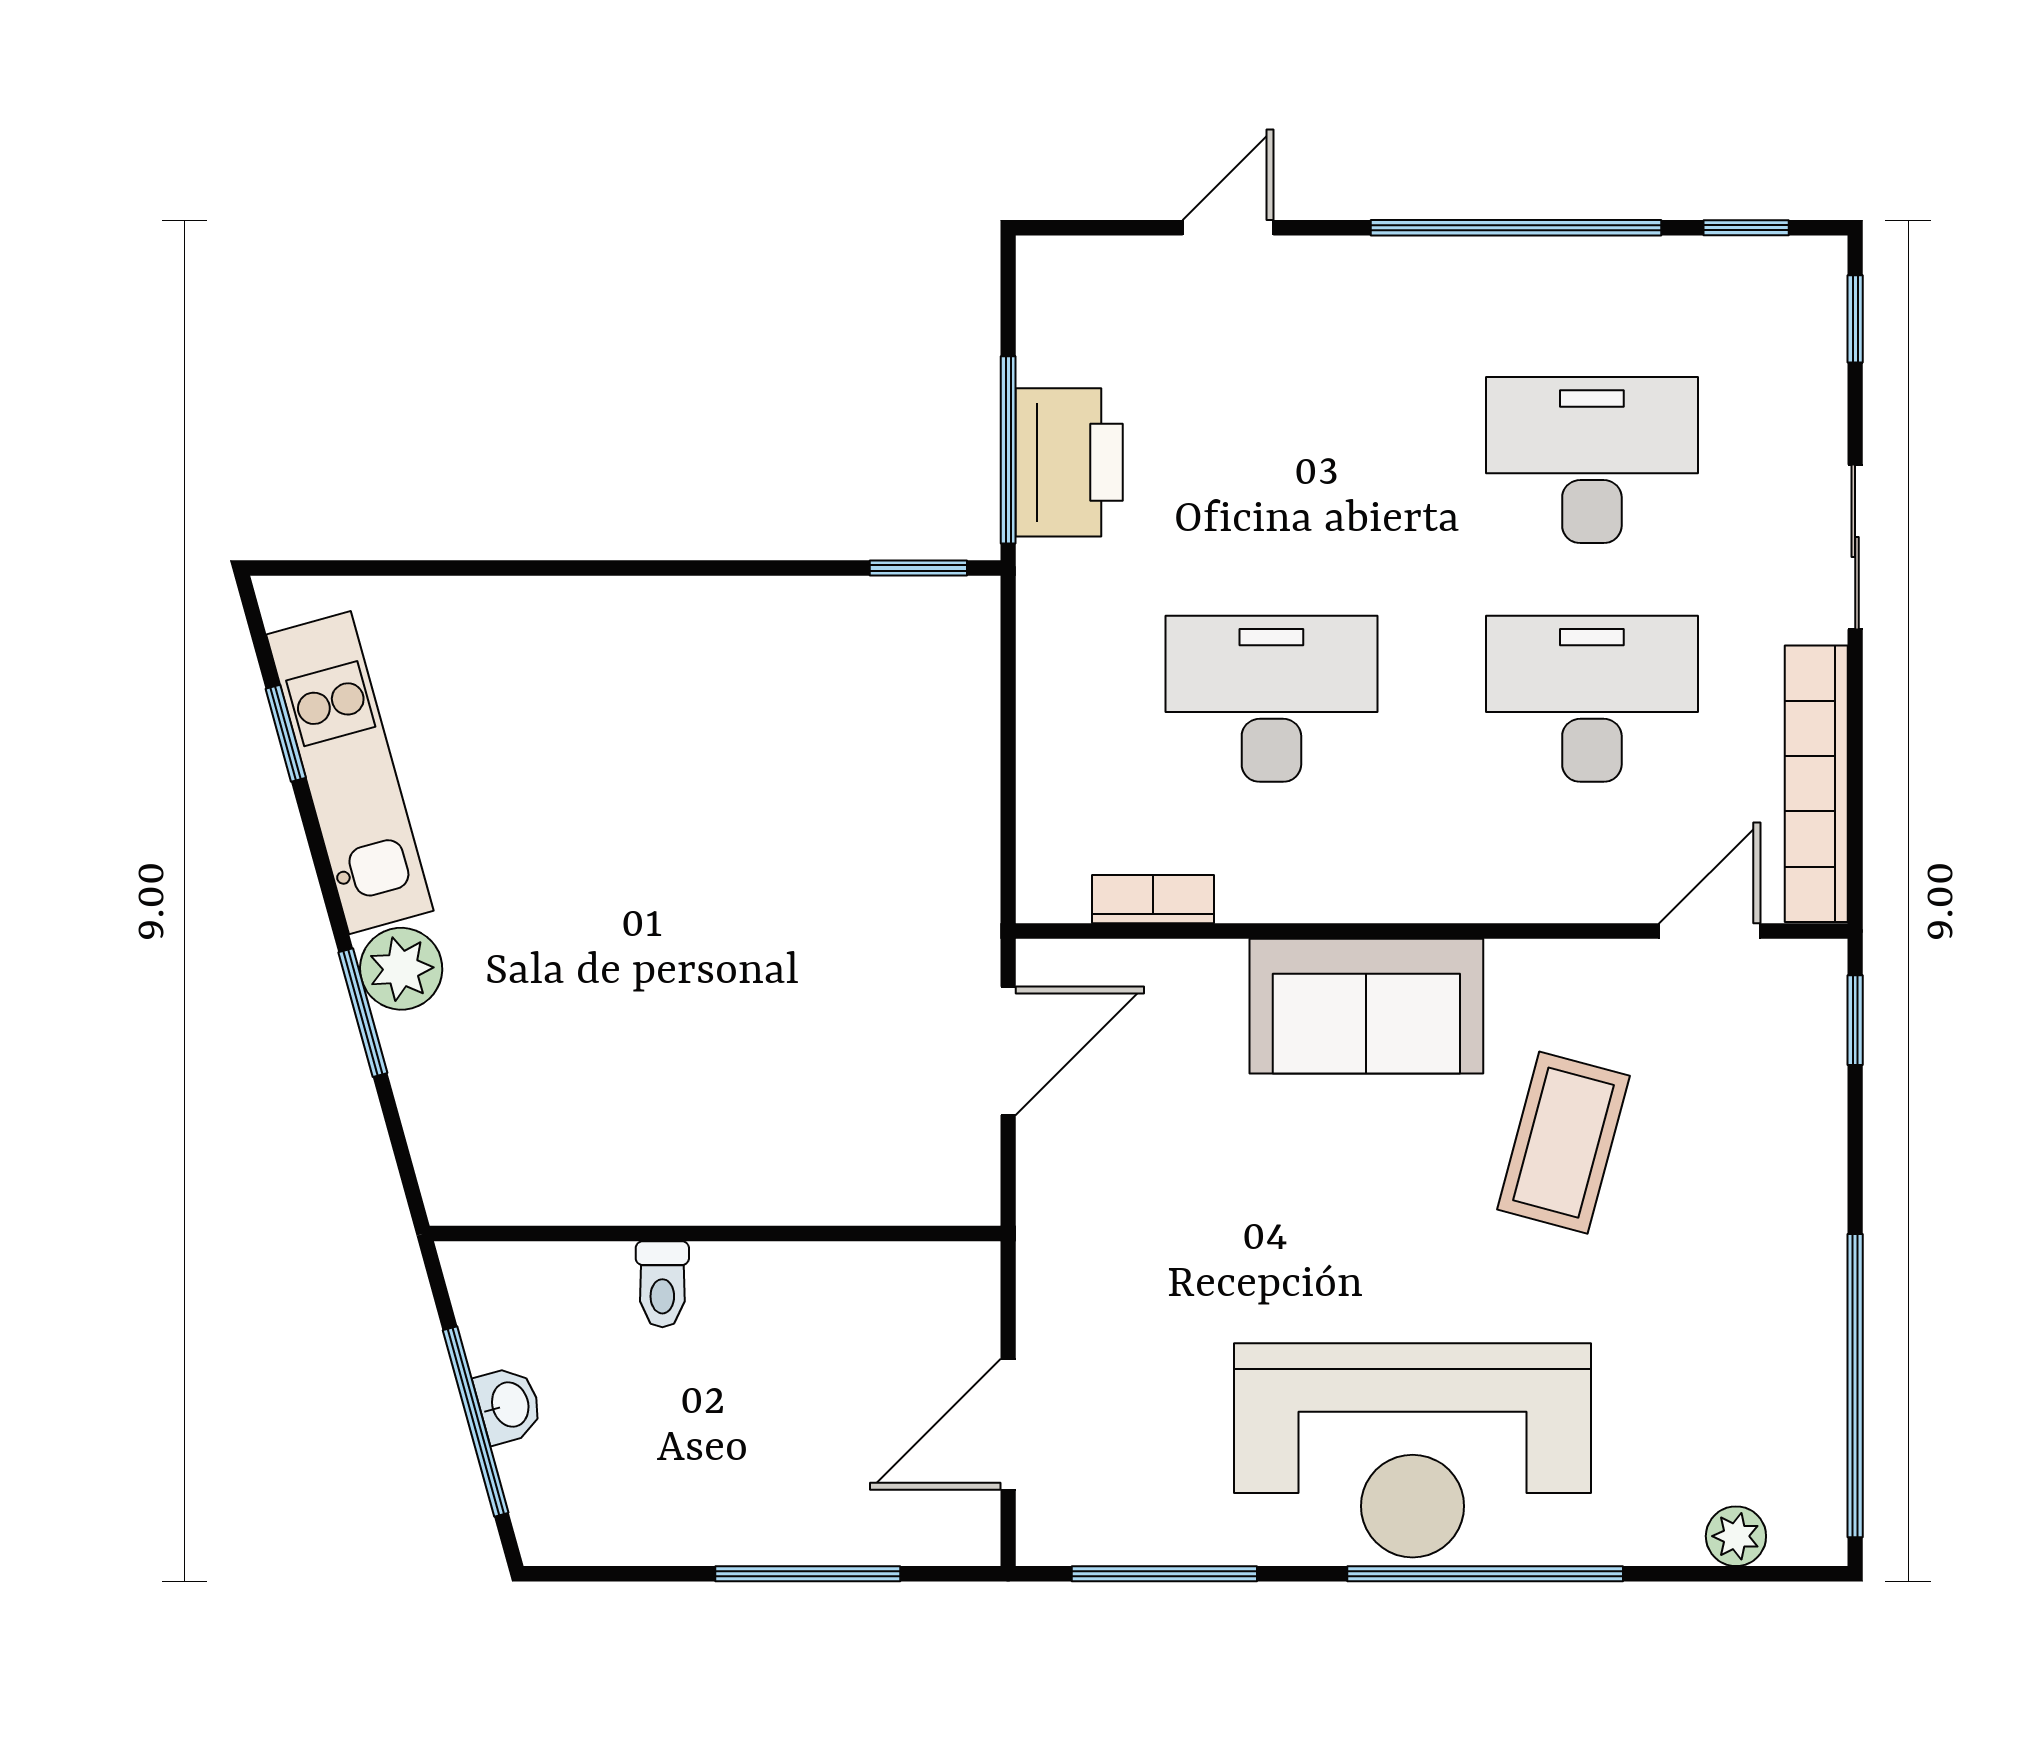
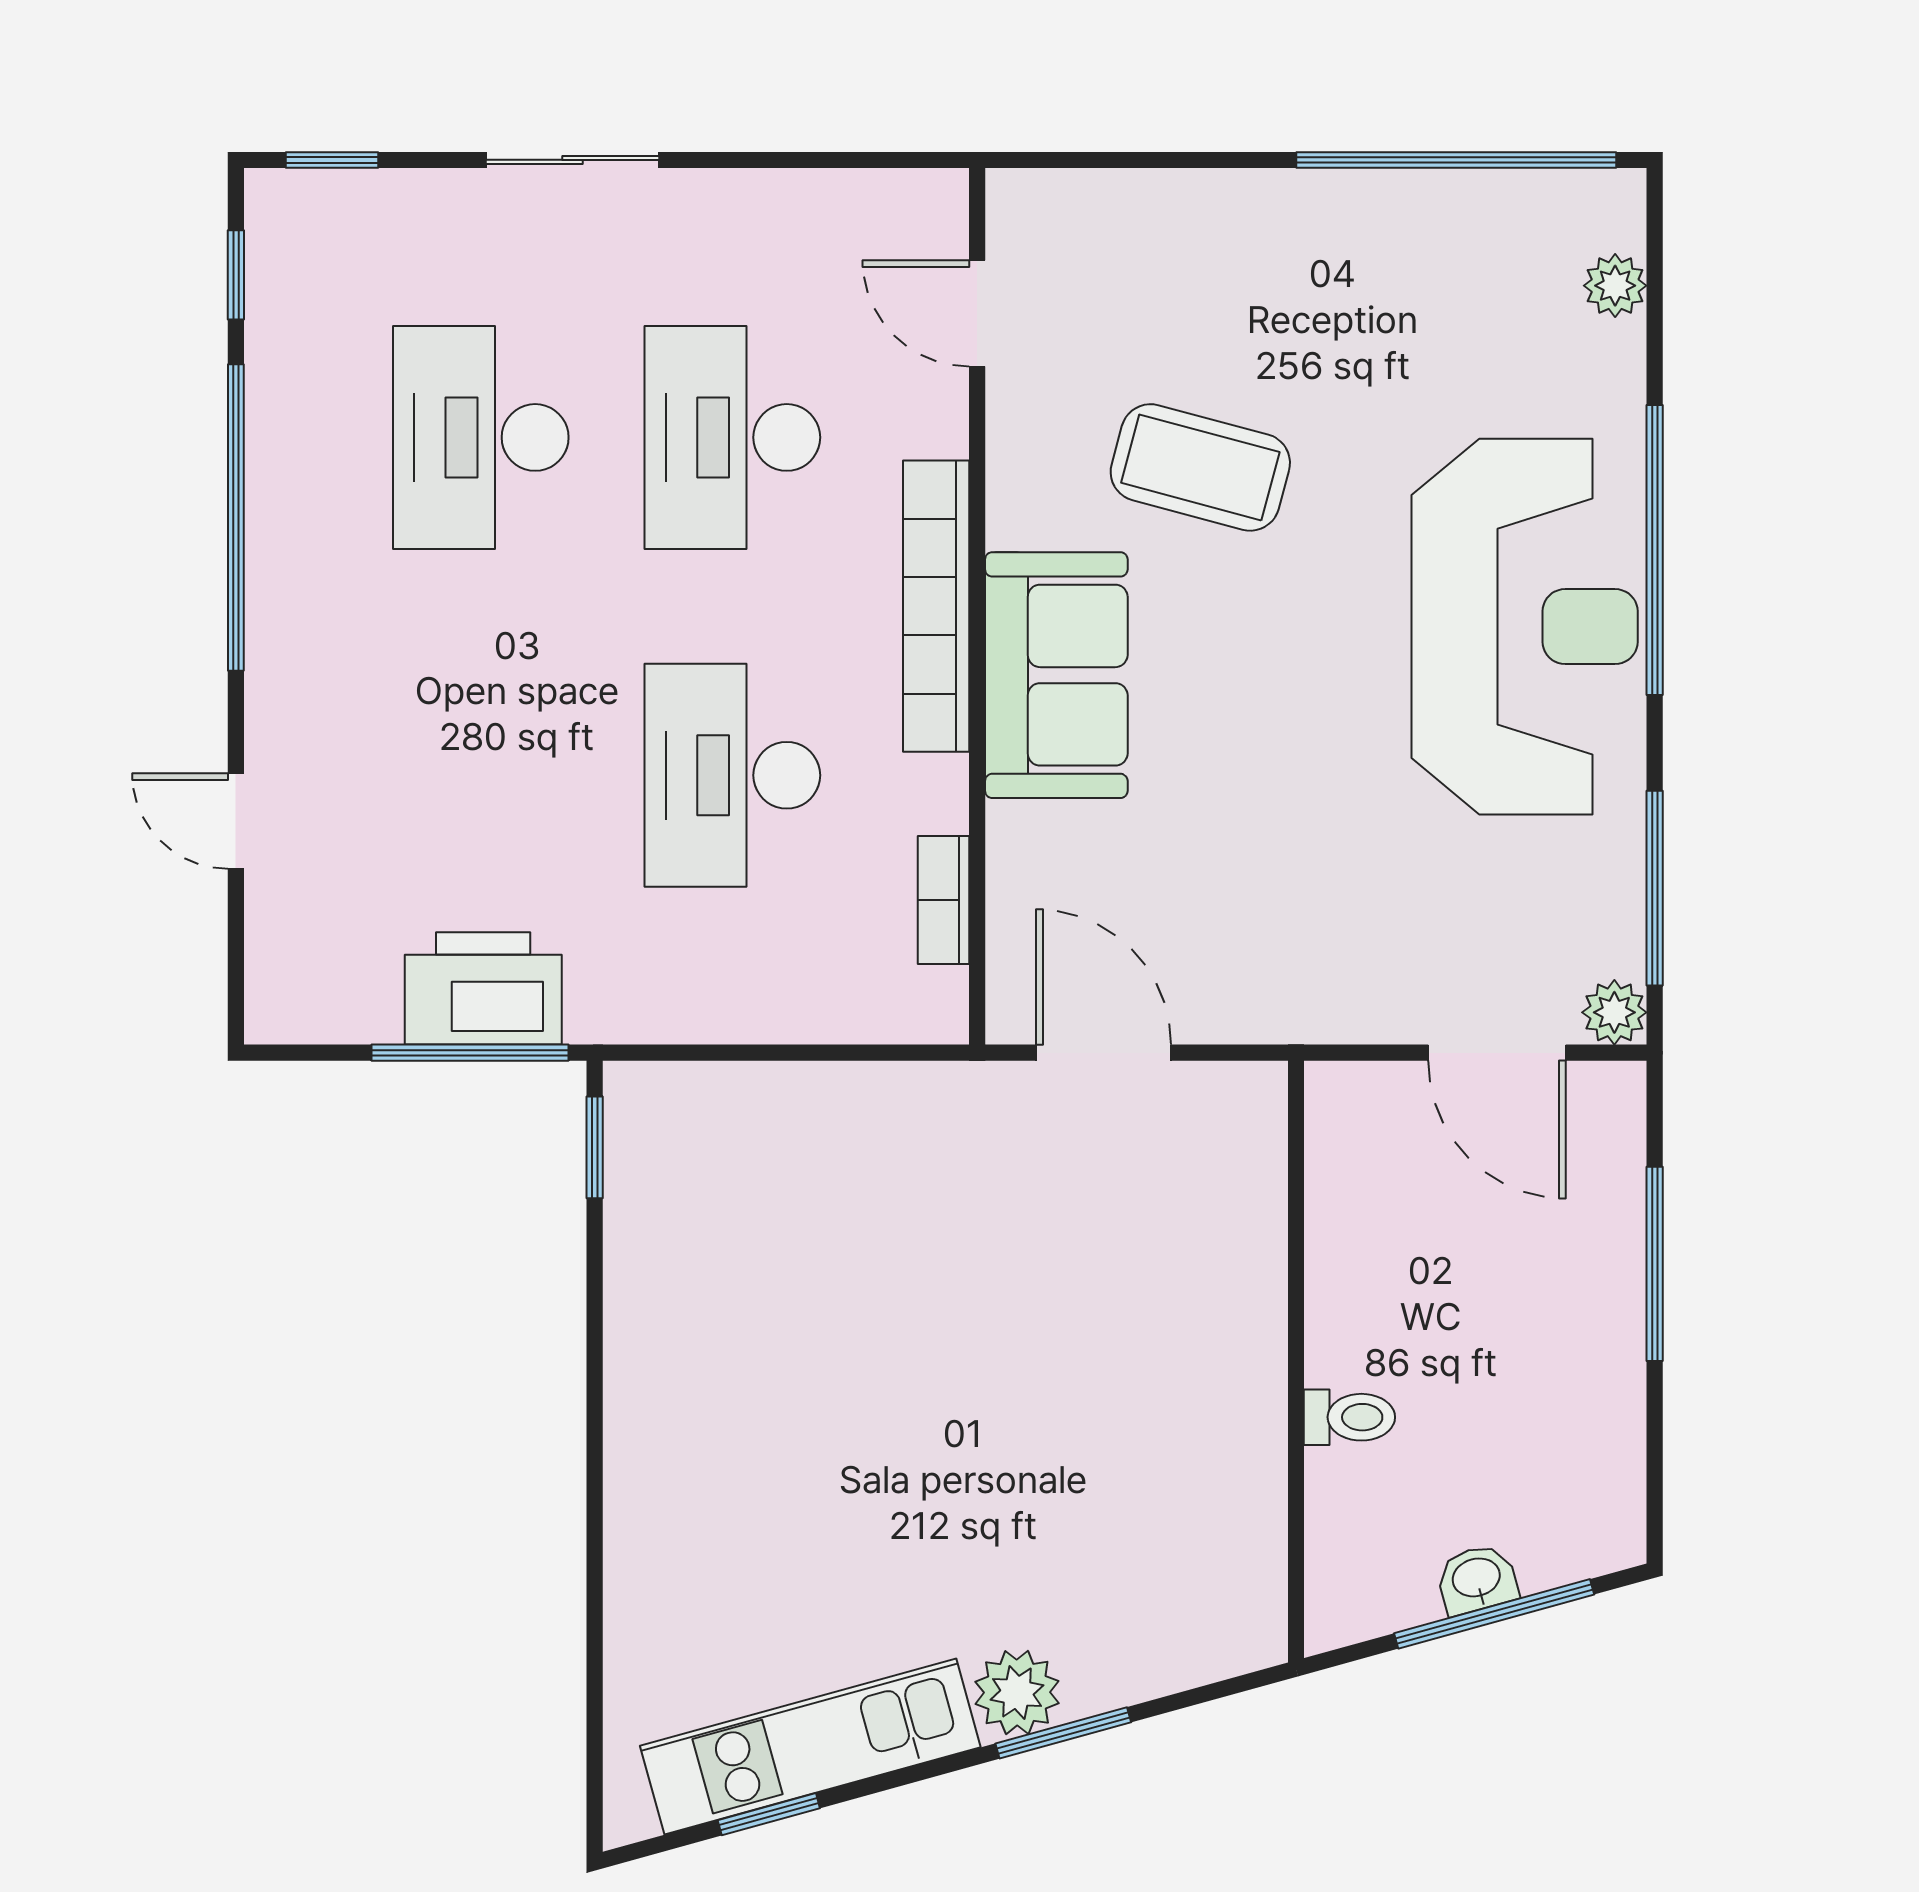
bookcase: (1816, 784) -> (936, 606), moved, turned 90
window: (1855, 1020) -> (1071, 160), removed
plant: (1046, 1535) -> (1614, 1012), added

